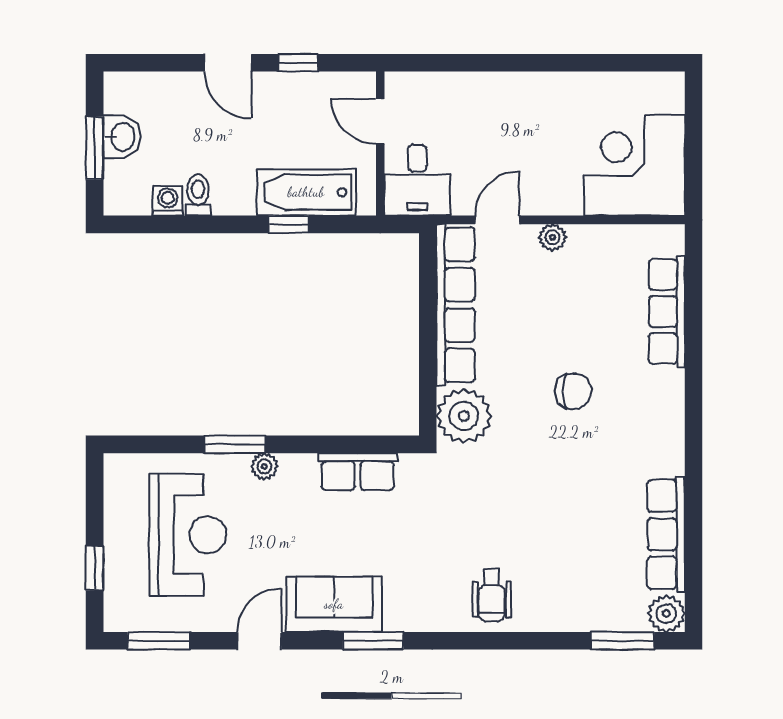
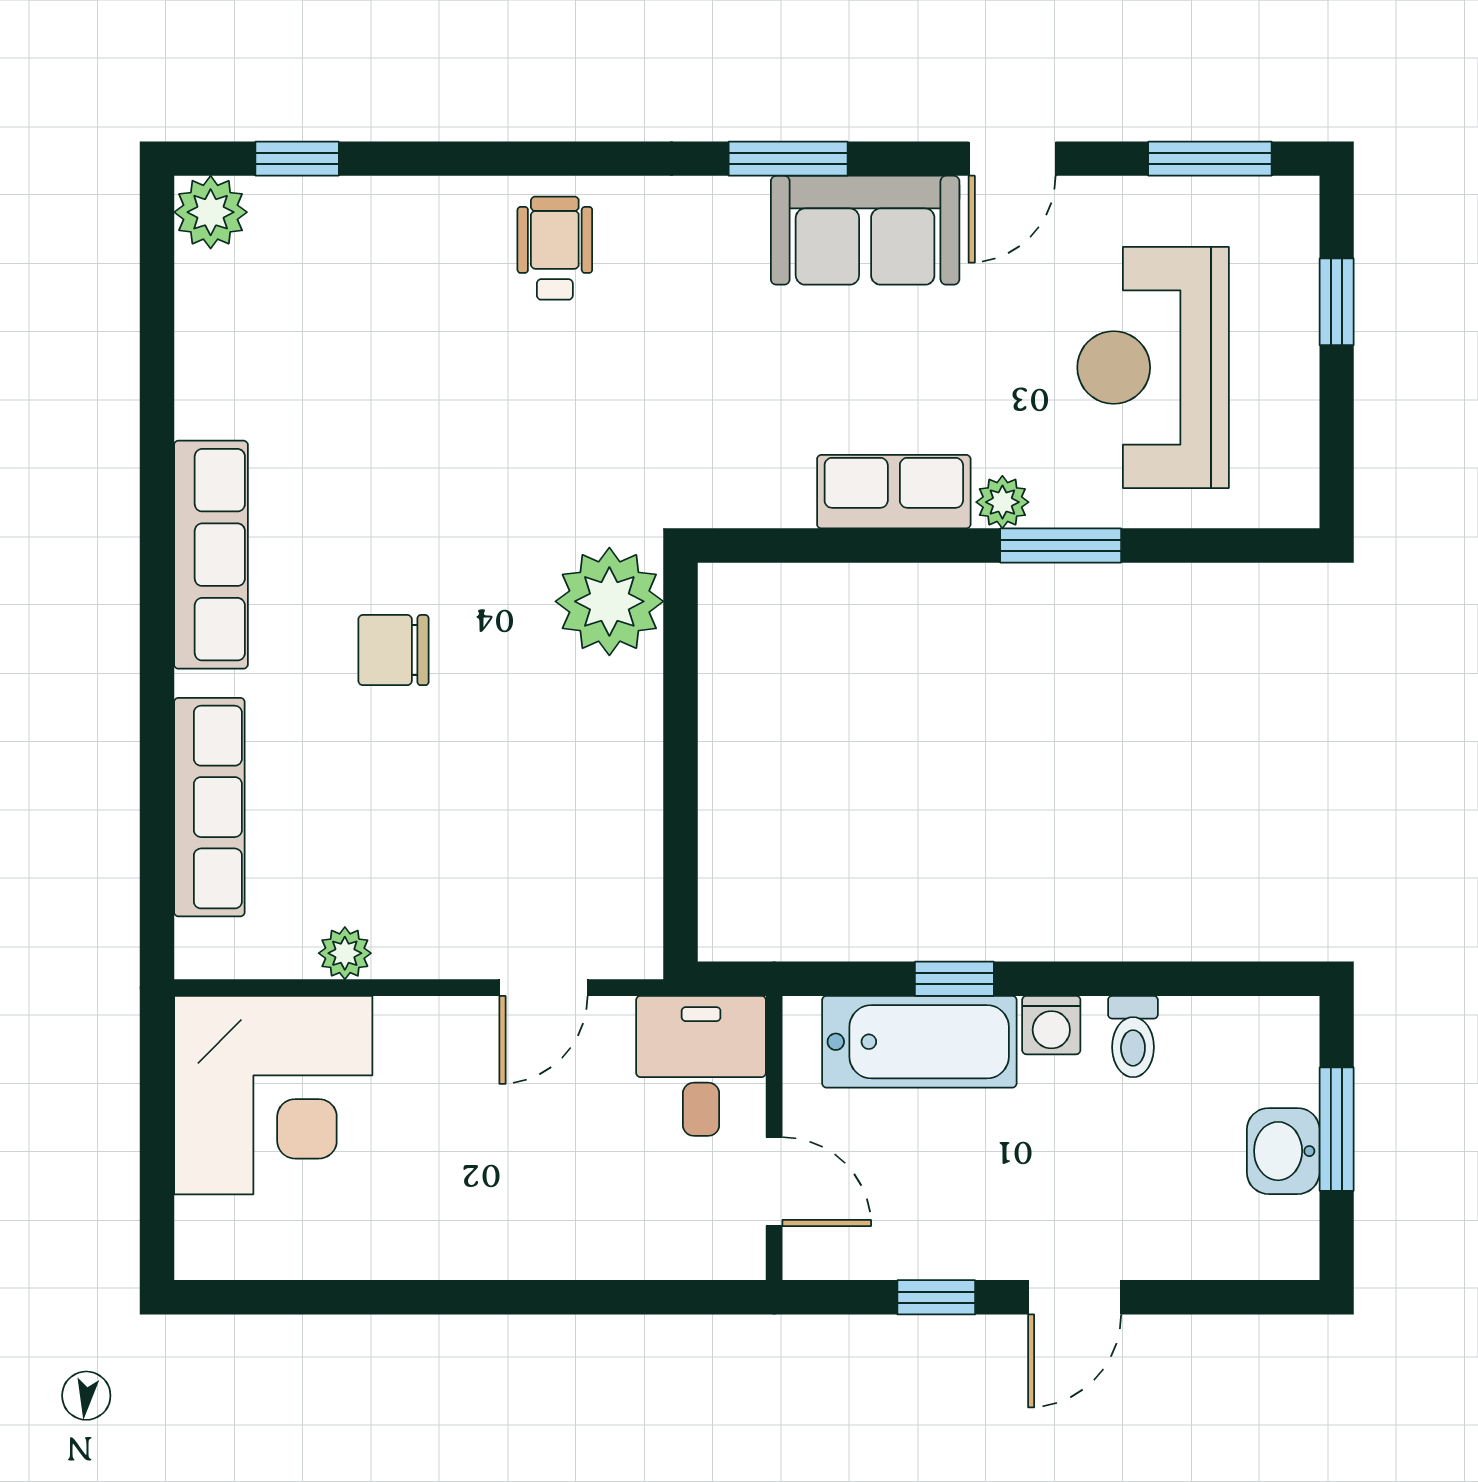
door: (228, 63) -> (1075, 1297), swing flipped
washing machine: (168, 201) -> (1051, 1025), moved
plant: (553, 237) -> (345, 953), moved
row of seats: (456, 305) -> (626, 820), removed
row of seats: (358, 472) -> (894, 492), moved
row of seats: (666, 534) -> (211, 555), moved
window: (622, 641) -> (297, 159), width x0.67

